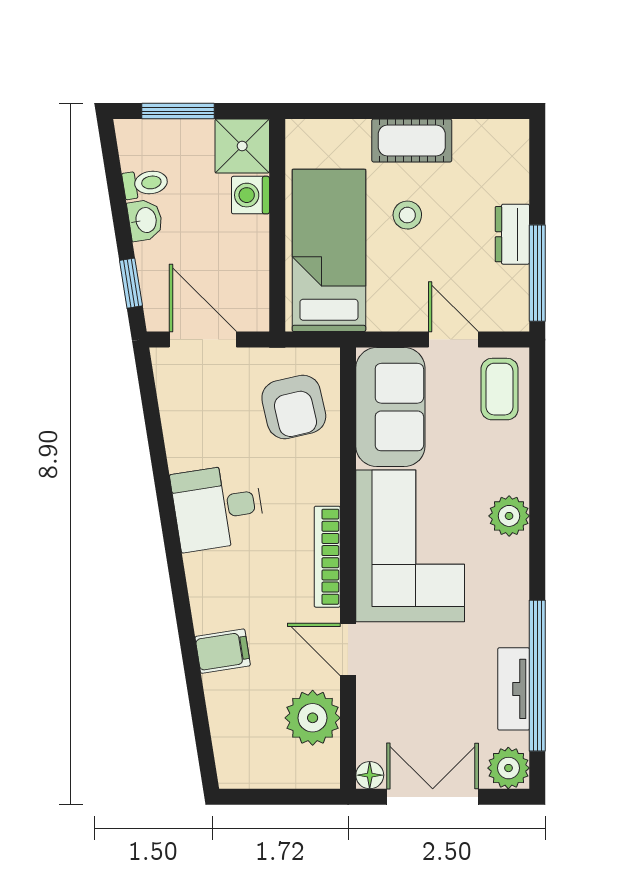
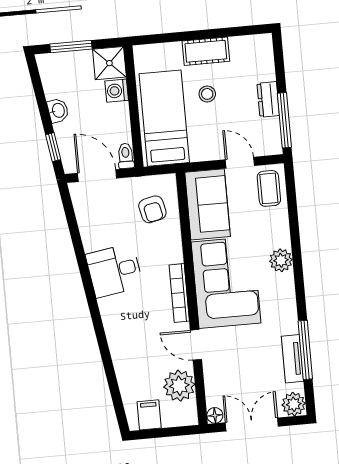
toilet: (145, 183) -> (126, 156), moved, turned -81
armchair: (294, 407) -> (152, 209), width x0.72, depth x0.72
filing cabinet: (223, 651) -> (149, 415), moved, turned -81
window: (537, 676) -> (305, 350), width x0.68

